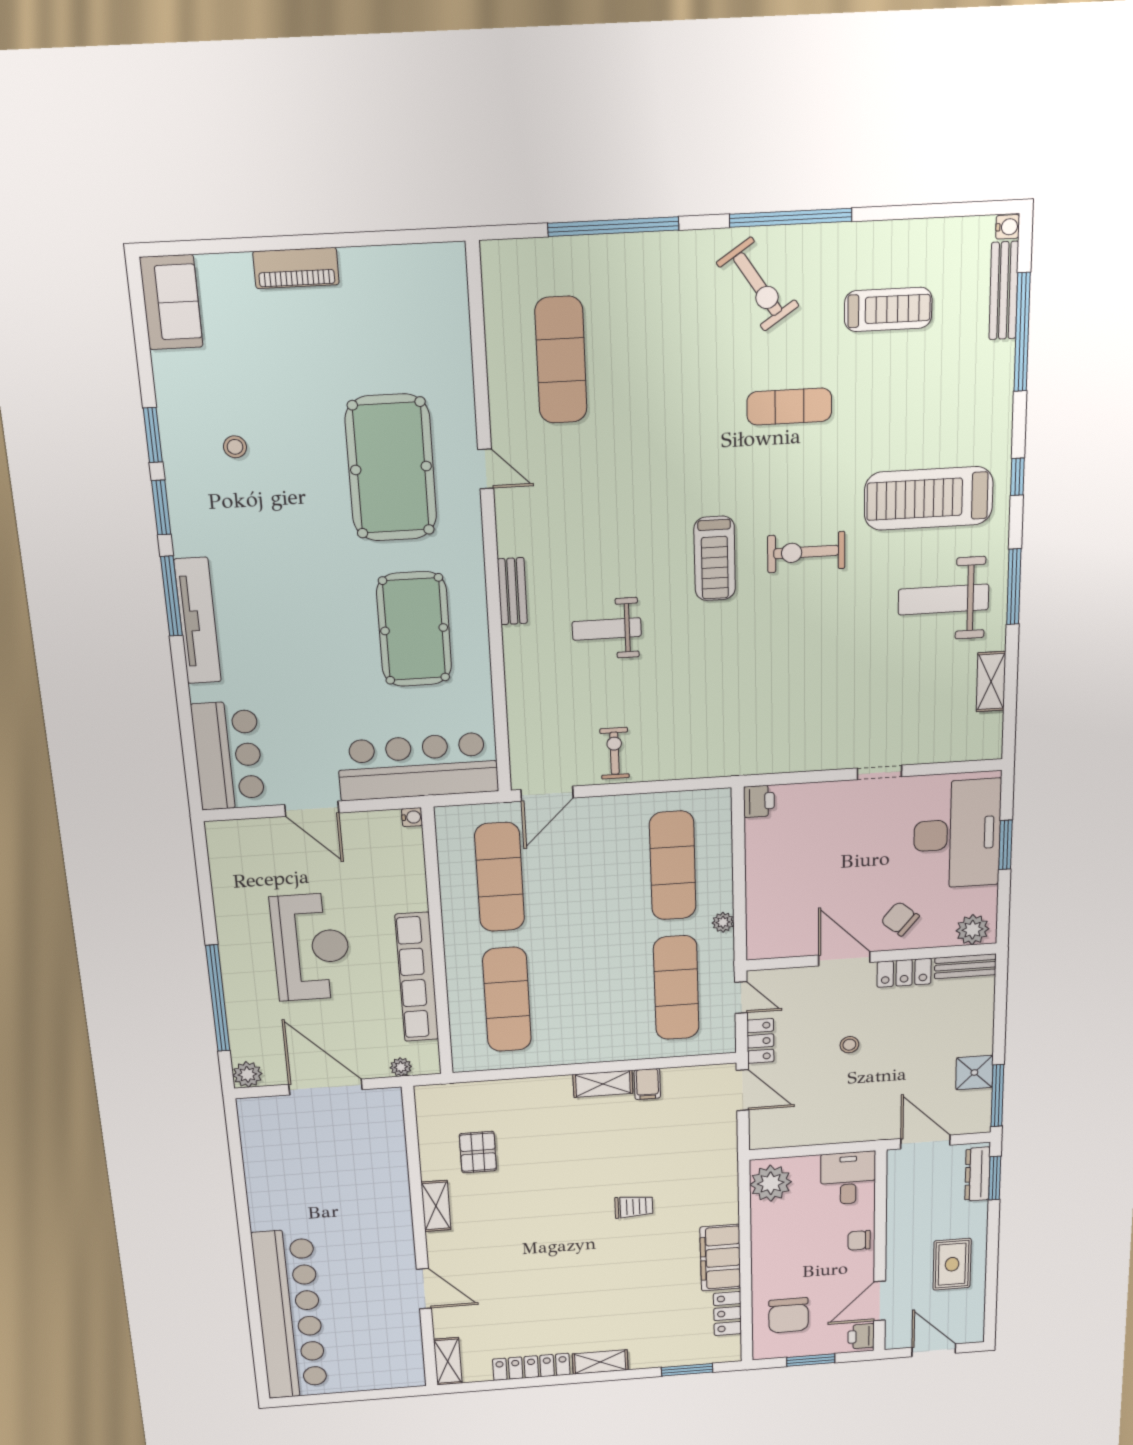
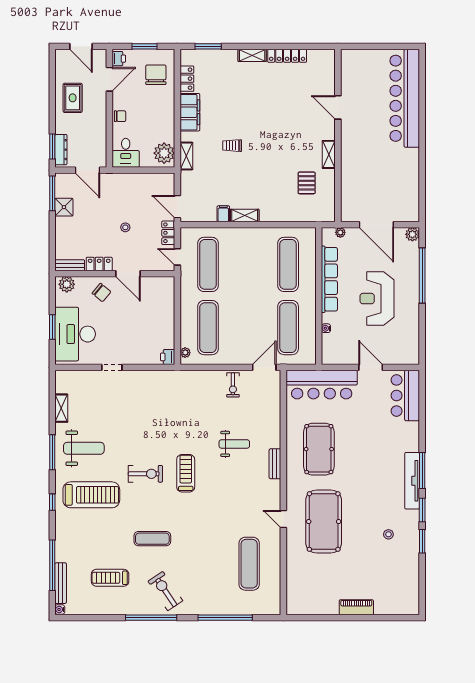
sofa: (171, 302) -> (408, 596), removed
tv unit: (198, 621) -> (412, 481), moved
water cooler: (412, 817) -> (326, 328), moved
plant: (723, 922) -> (185, 353), moved
shelving: (448, 1361) -> (186, 156), moved

